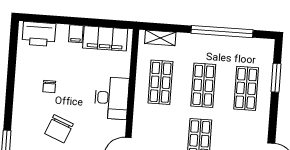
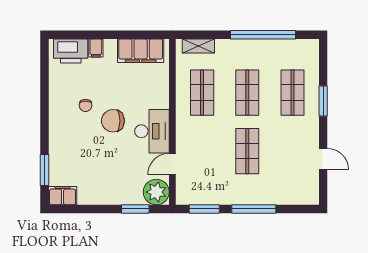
filing cabinet: (76, 34) -> (96, 48), moved
window: (276, 78) -> (323, 101), moved
desk: (112, 98) -> (152, 131), moved
chair: (59, 129) -> (113, 121), moved, turned 68

